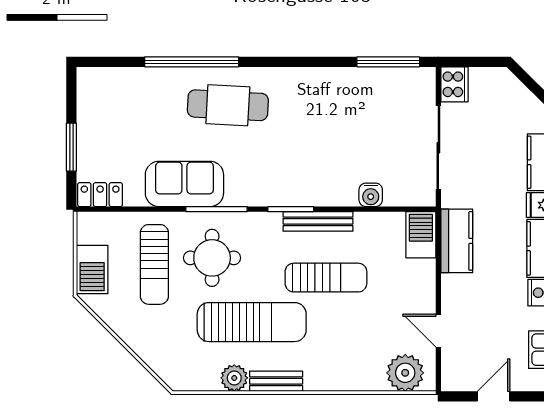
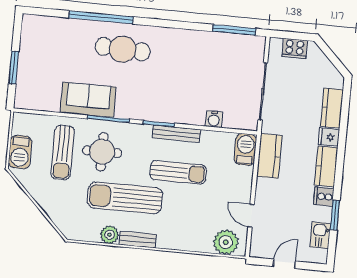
cooker: (454, 84) -> (295, 48), moved, turned 90
locker: (100, 195) -> (30, 102), removed
sun lounger: (252, 322) -> (125, 198), turned 180

